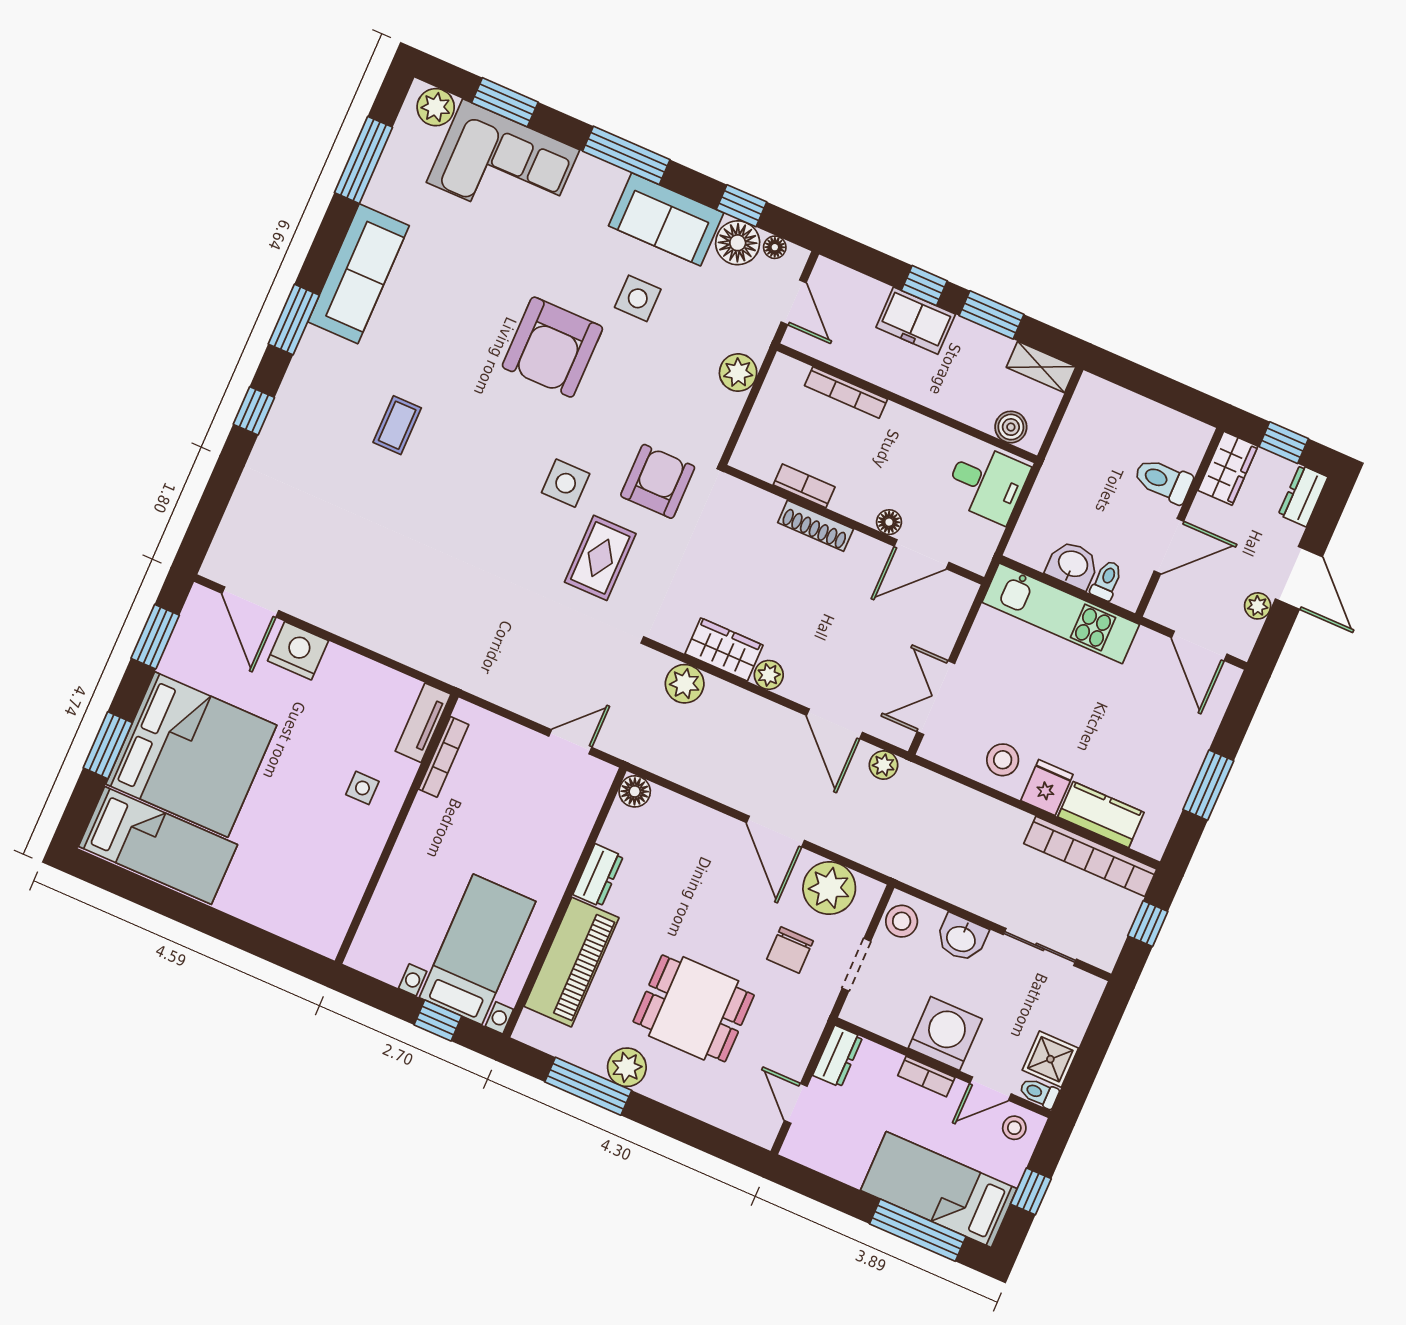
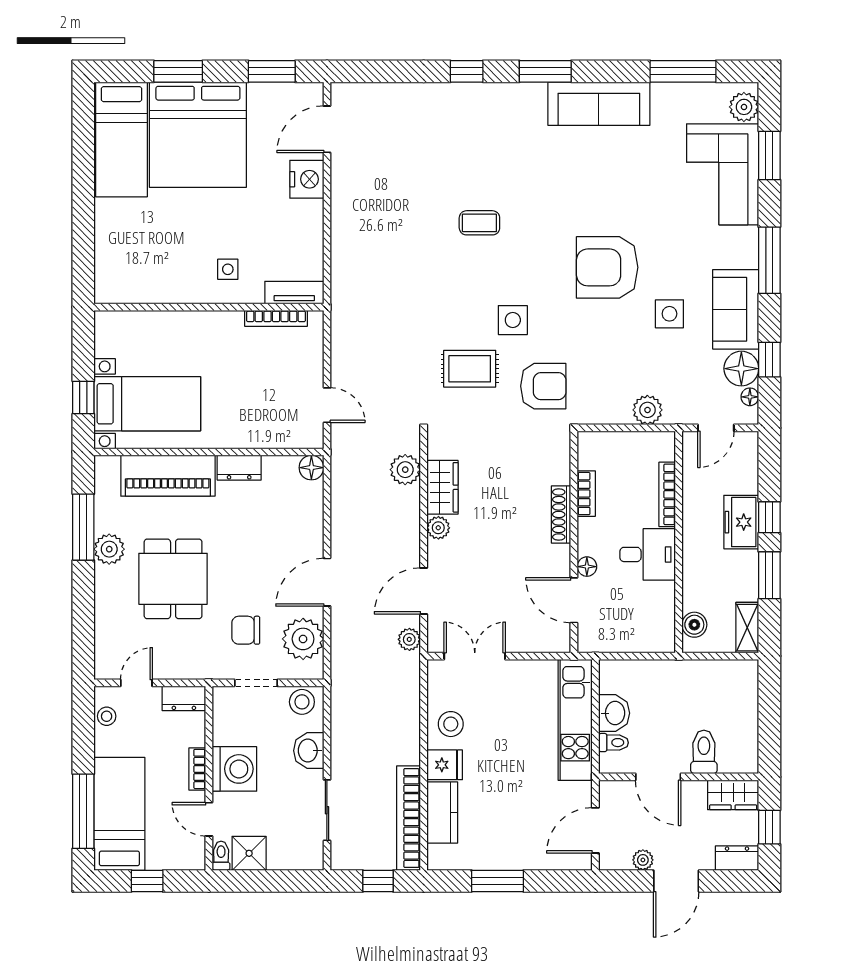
coffee table: (397, 425) -> (479, 223), moved
desk: (987, 483) -> (648, 554), moved, turned -90
stool: (1014, 1128) -> (107, 716), moved

